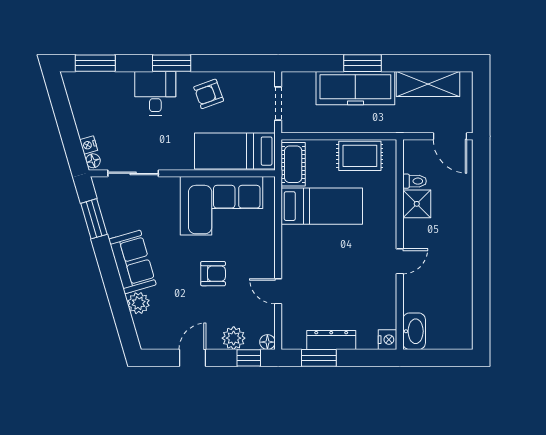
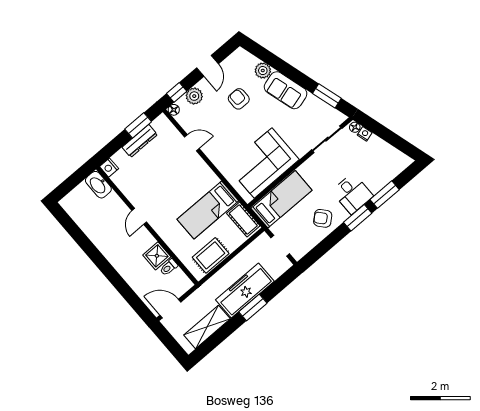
window: (95, 63) -> (385, 195), moved
armchair: (209, 94) -> (323, 218), turned -111
armchair: (213, 274) -> (239, 99), moved, turned 90

